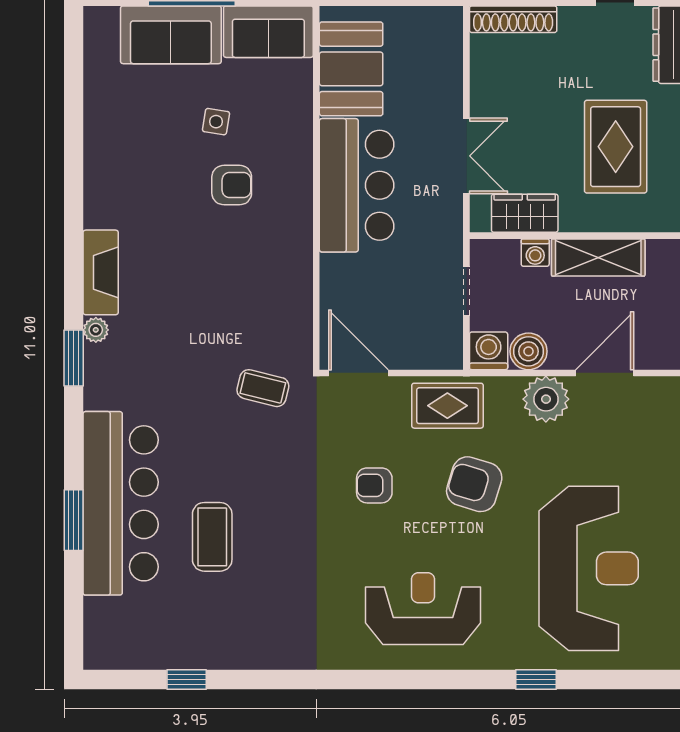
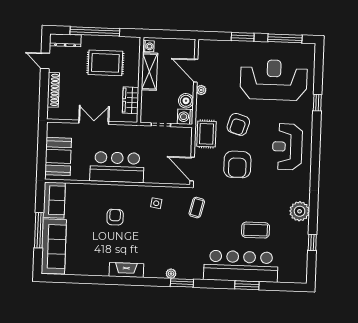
shoe rack: (513, 19) -> (53, 90), moved
sofa: (171, 35) -> (54, 246), width x1.36
booth: (351, 69) -> (58, 156), moved, turned 90
side table: (216, 122) -> (156, 203), moved
double door: (466, 156) -> (94, 122), moved
washing machine: (535, 253) -> (148, 46), moved
fireplace: (101, 272) -> (126, 270), moved
door: (358, 373) -> (192, 169), hinge flipped
plant: (546, 399) -> (201, 90), width x0.53, depth x0.53
armchair: (374, 485) -> (237, 164), width x1.88, depth x1.88
plant: (263, 645) -> (300, 211), added

